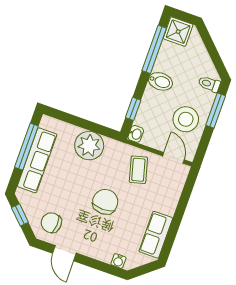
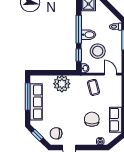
window: (154, 49) -> (79, 29), moved
stool: (186, 119) -> (98, 51), moved
chair: (105, 202) -> (92, 119), moved

